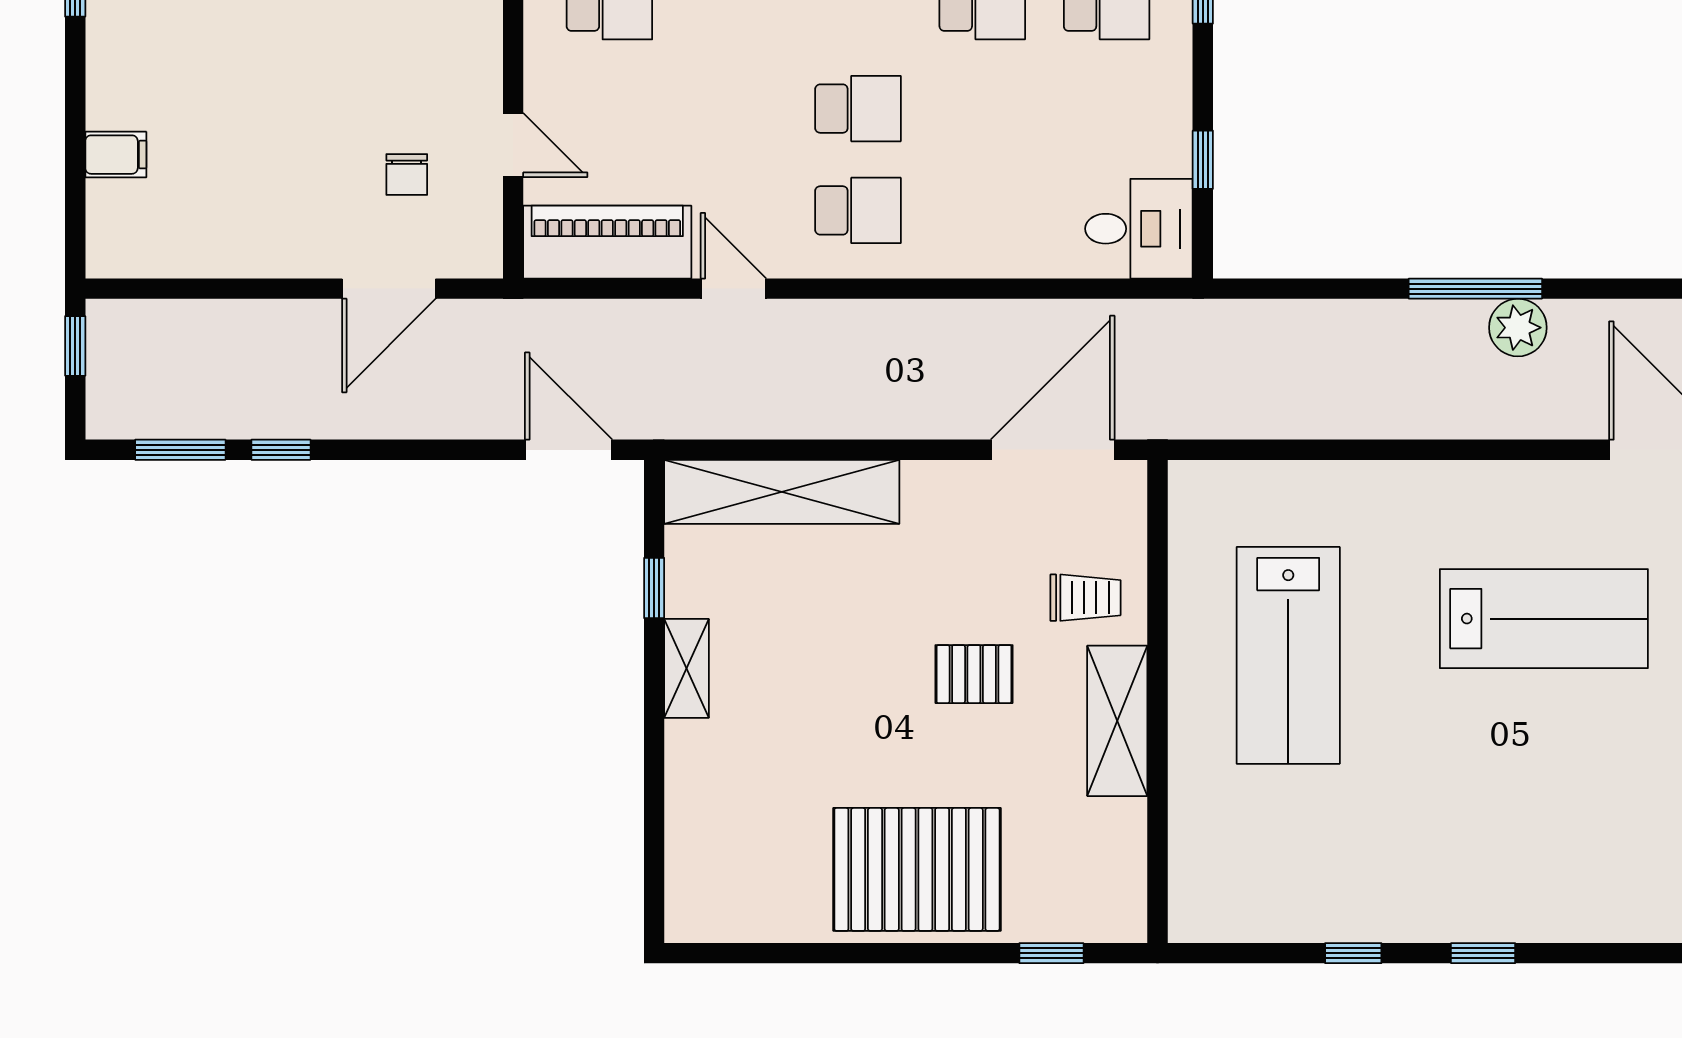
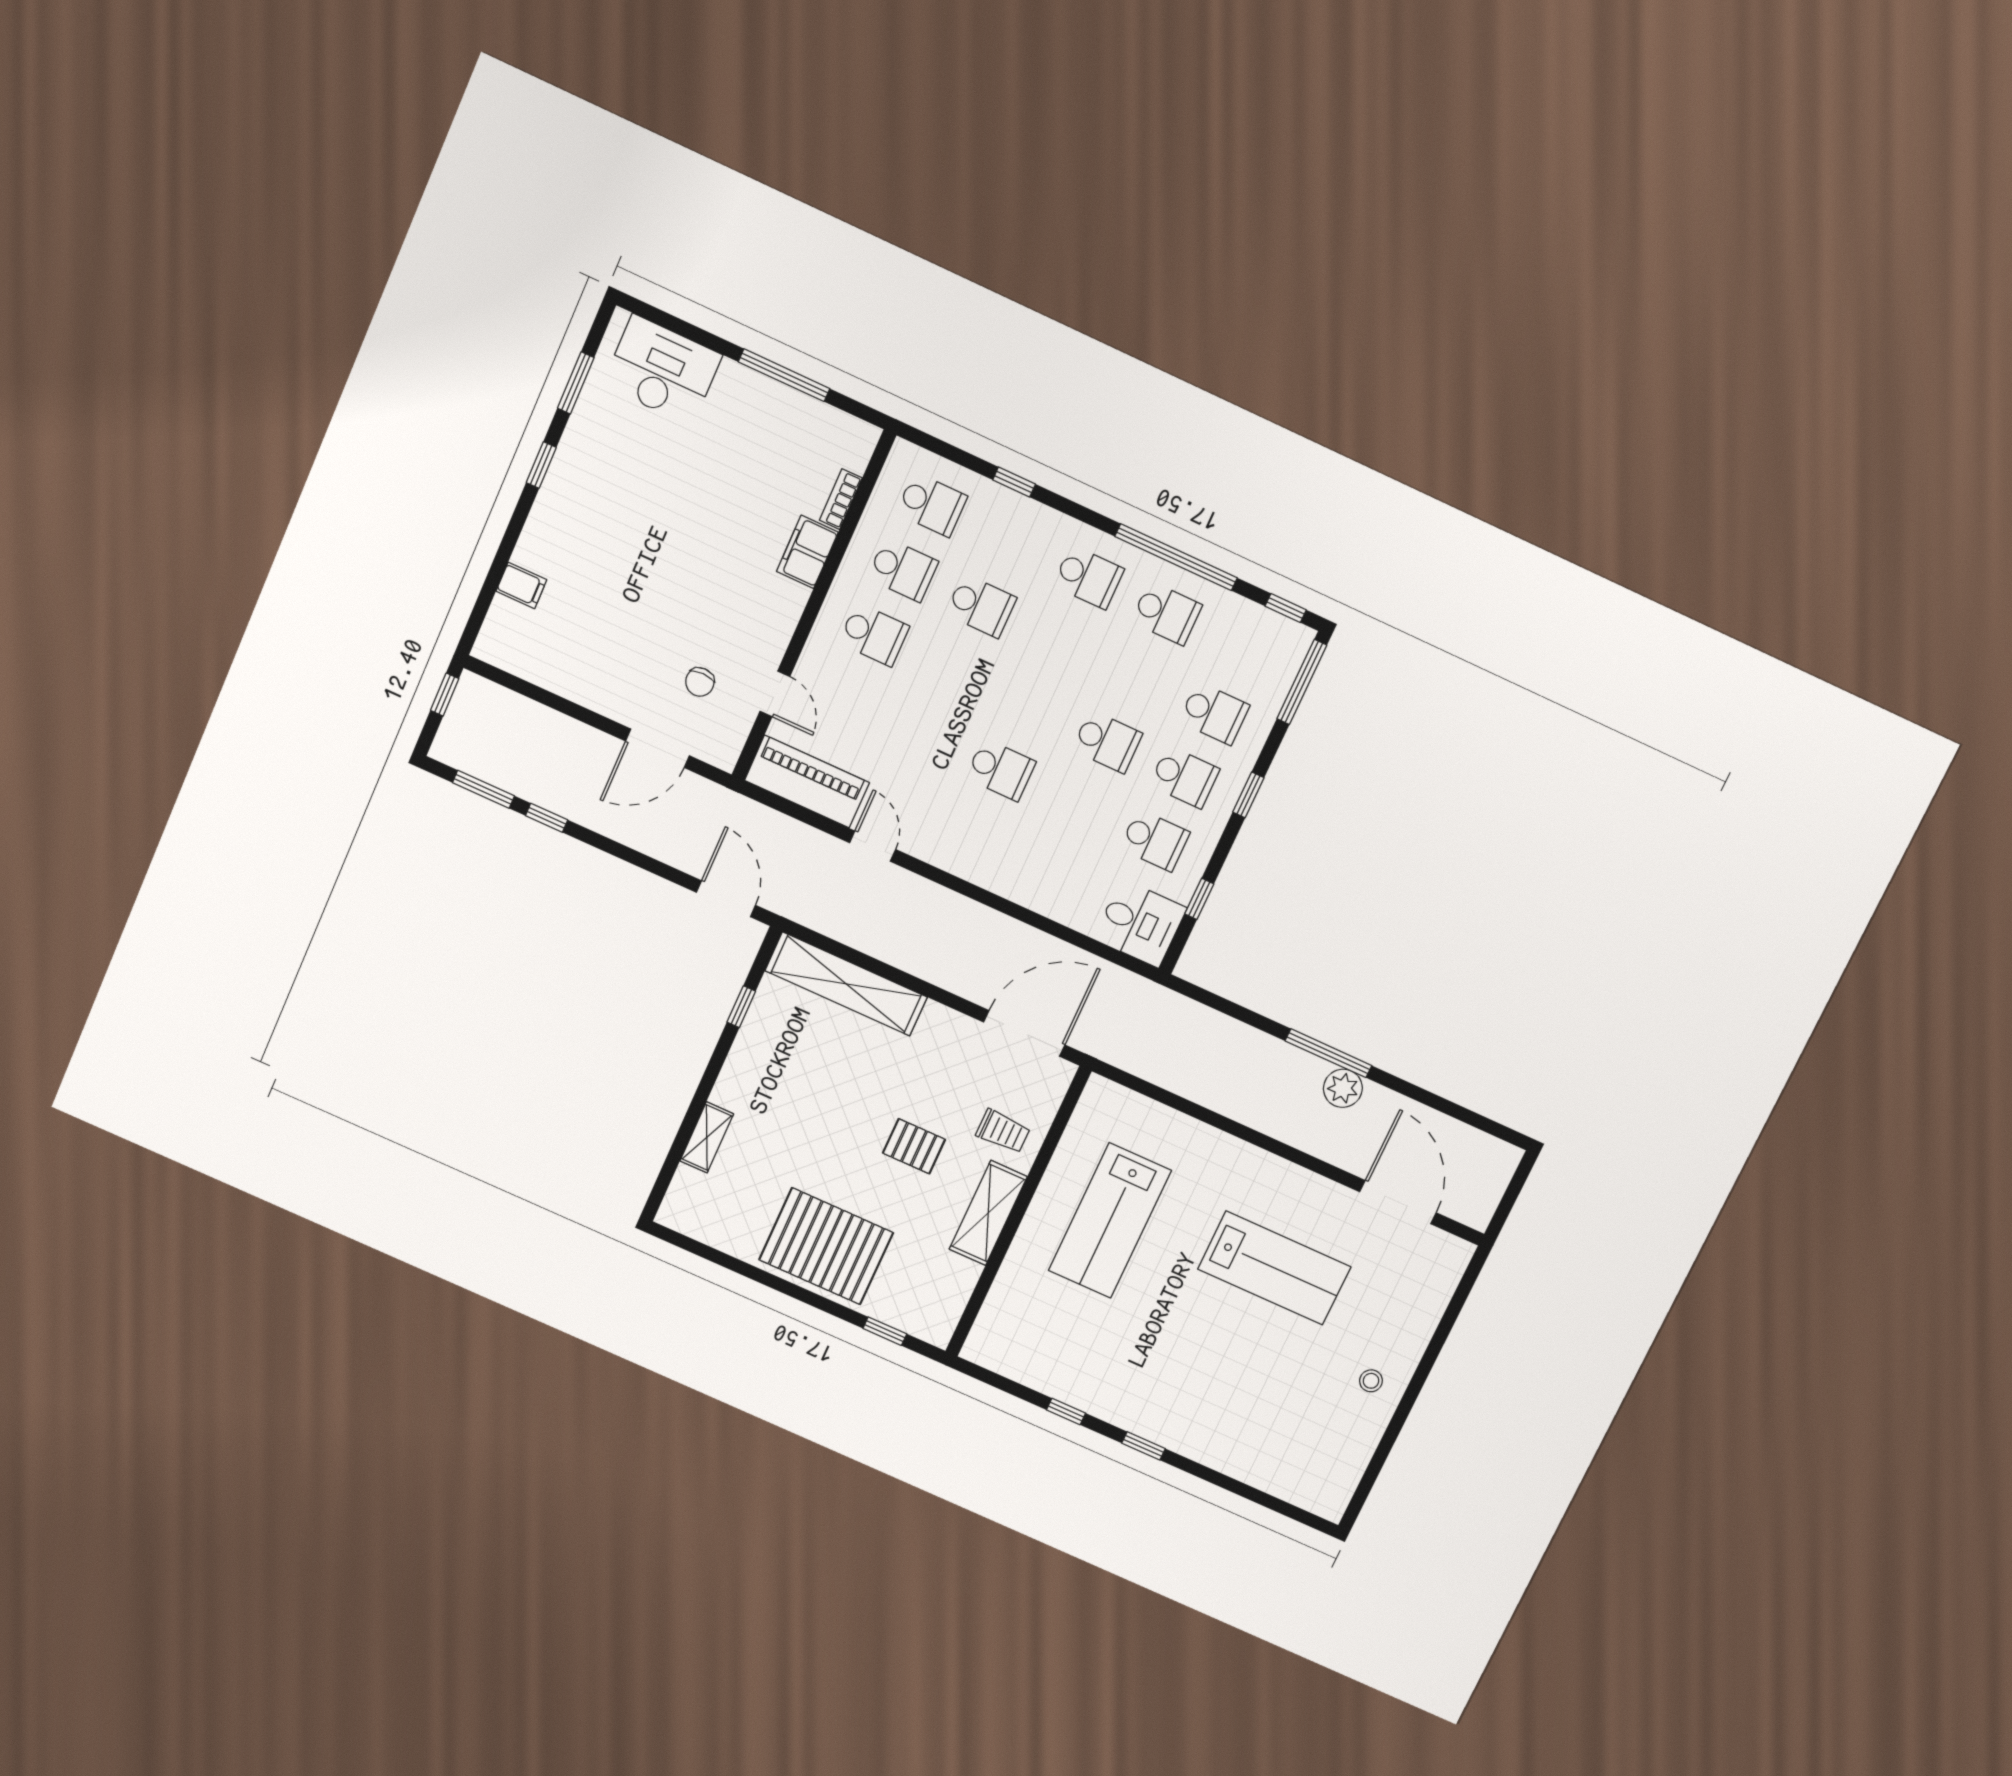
school desk: (858, 210) -> (1155, 840), moved
shelving: (686, 668) -> (707, 1137), moved

